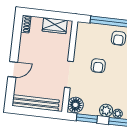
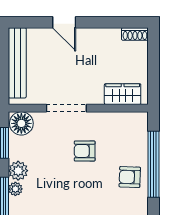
wardrobe: (55, 26) -> (123, 94), moved, turned 90

